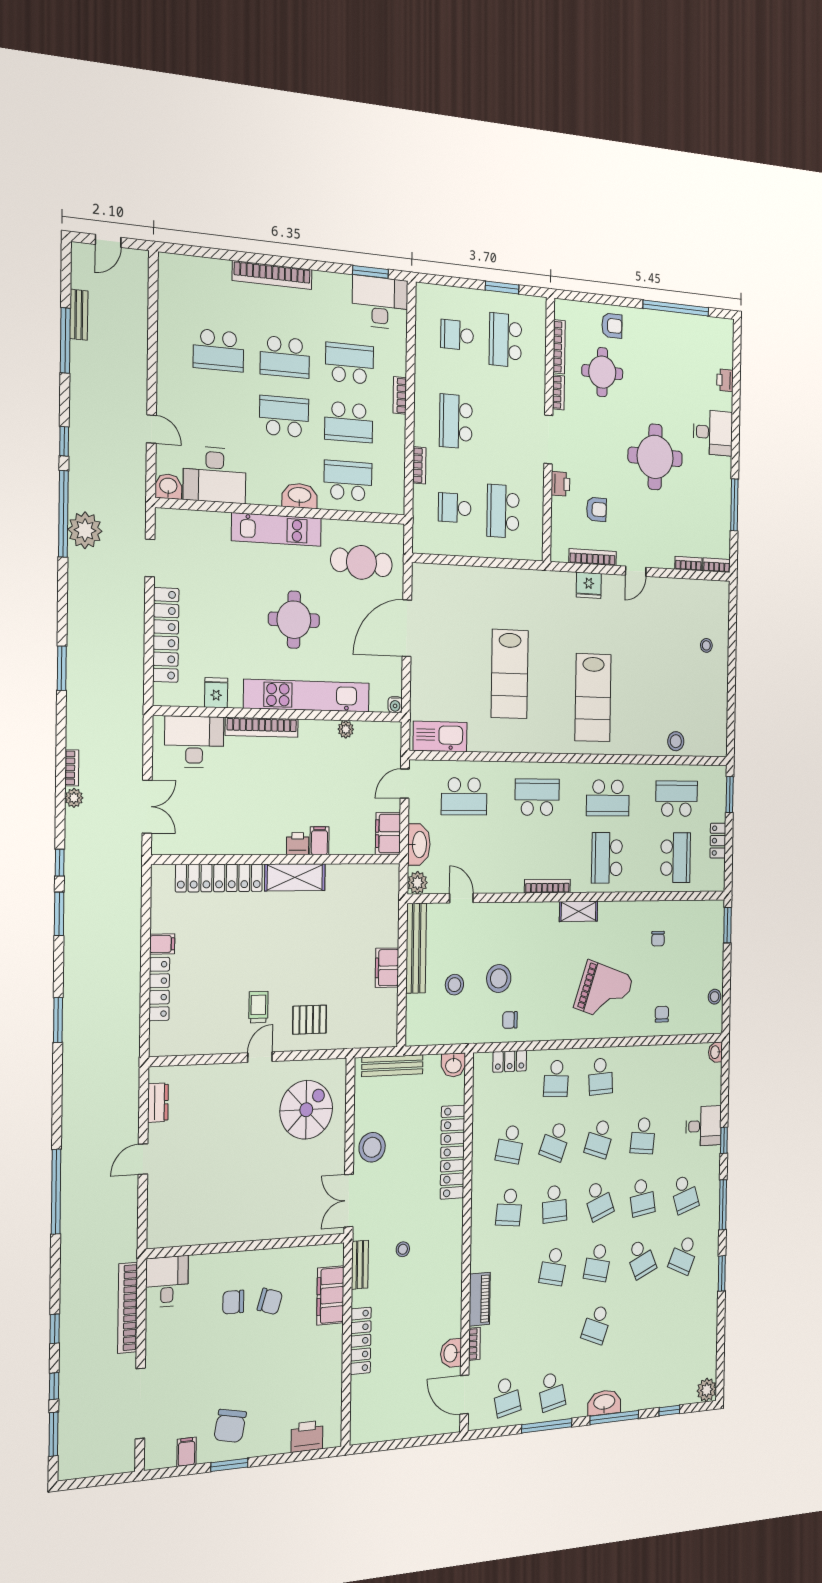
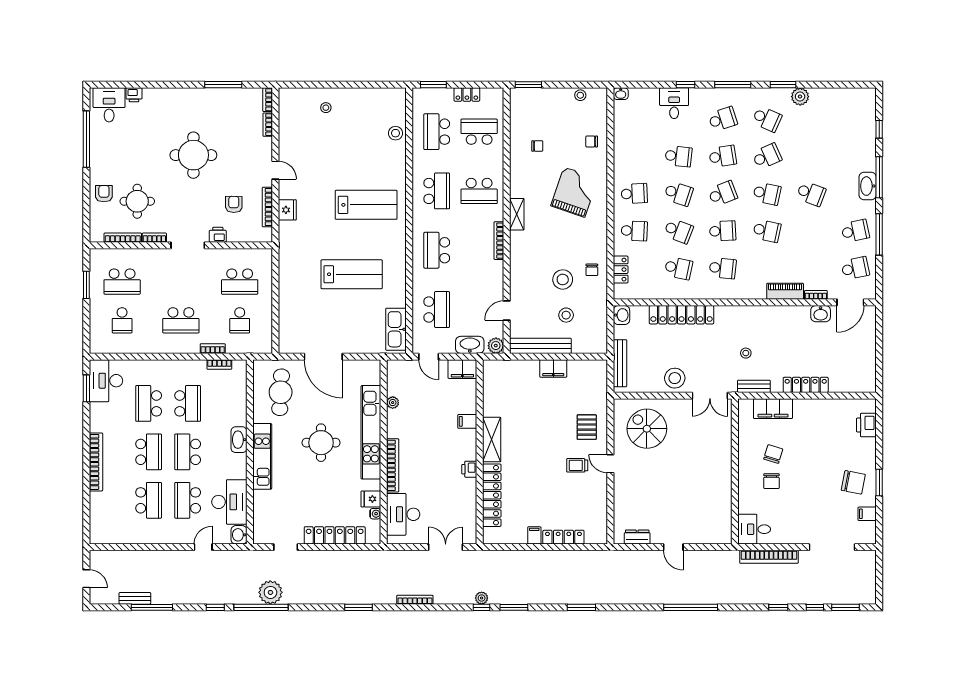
bookcase: (400, 395) -> (219, 364), moved
desk: (713, 433) -> (109, 105), moved
school desk: (348, 481) -> (188, 500), moved
water cooler: (395, 705) -> (375, 514), moved
bookcase: (72, 768) -> (415, 600), width x1.56
plant: (74, 798) -> (482, 598), moved
printer: (298, 844) -> (469, 469), moved
plant: (707, 1390) -> (800, 97), moved

